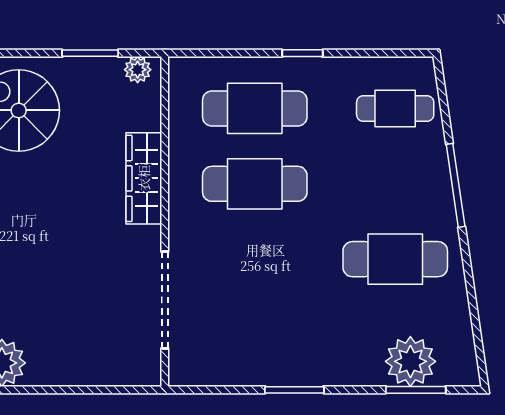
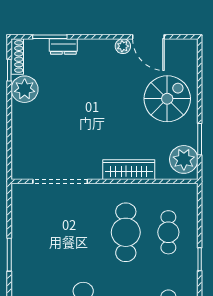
plant: (138, 70) -> (184, 159), width x1.87, depth x1.87
cafe table: (255, 108) -> (168, 232), width x0.73, depth x0.74

